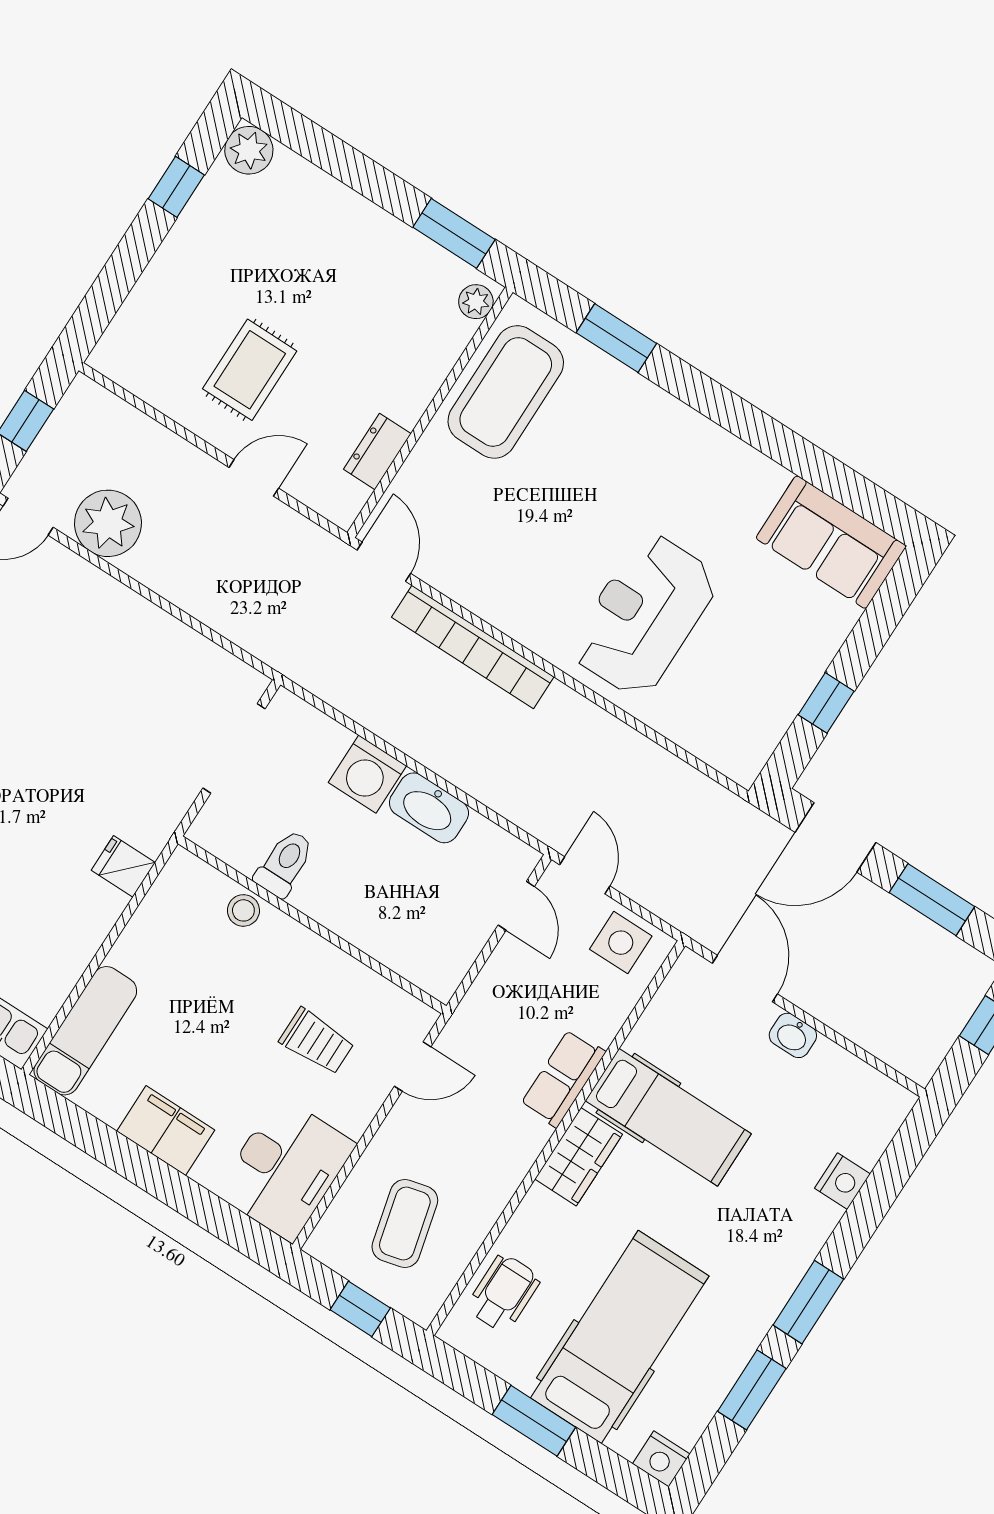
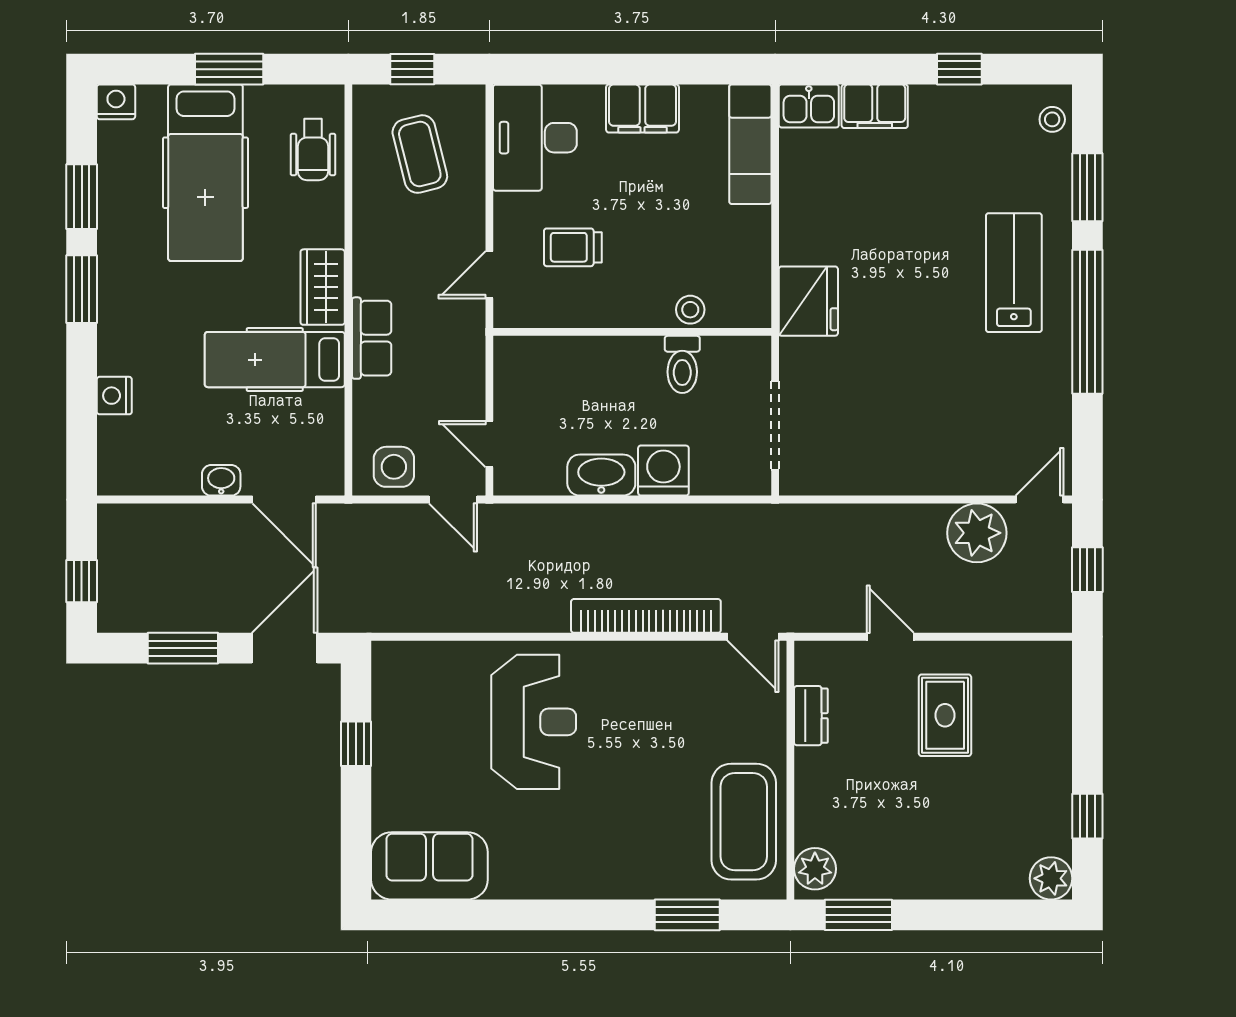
plant: (476, 302) -> (815, 869), width x1.38, depth x1.38
door: (254, 478) -> (890, 637), swing flipped
fridge: (123, 866) -> (808, 301), width x1.88, depth x1.34

